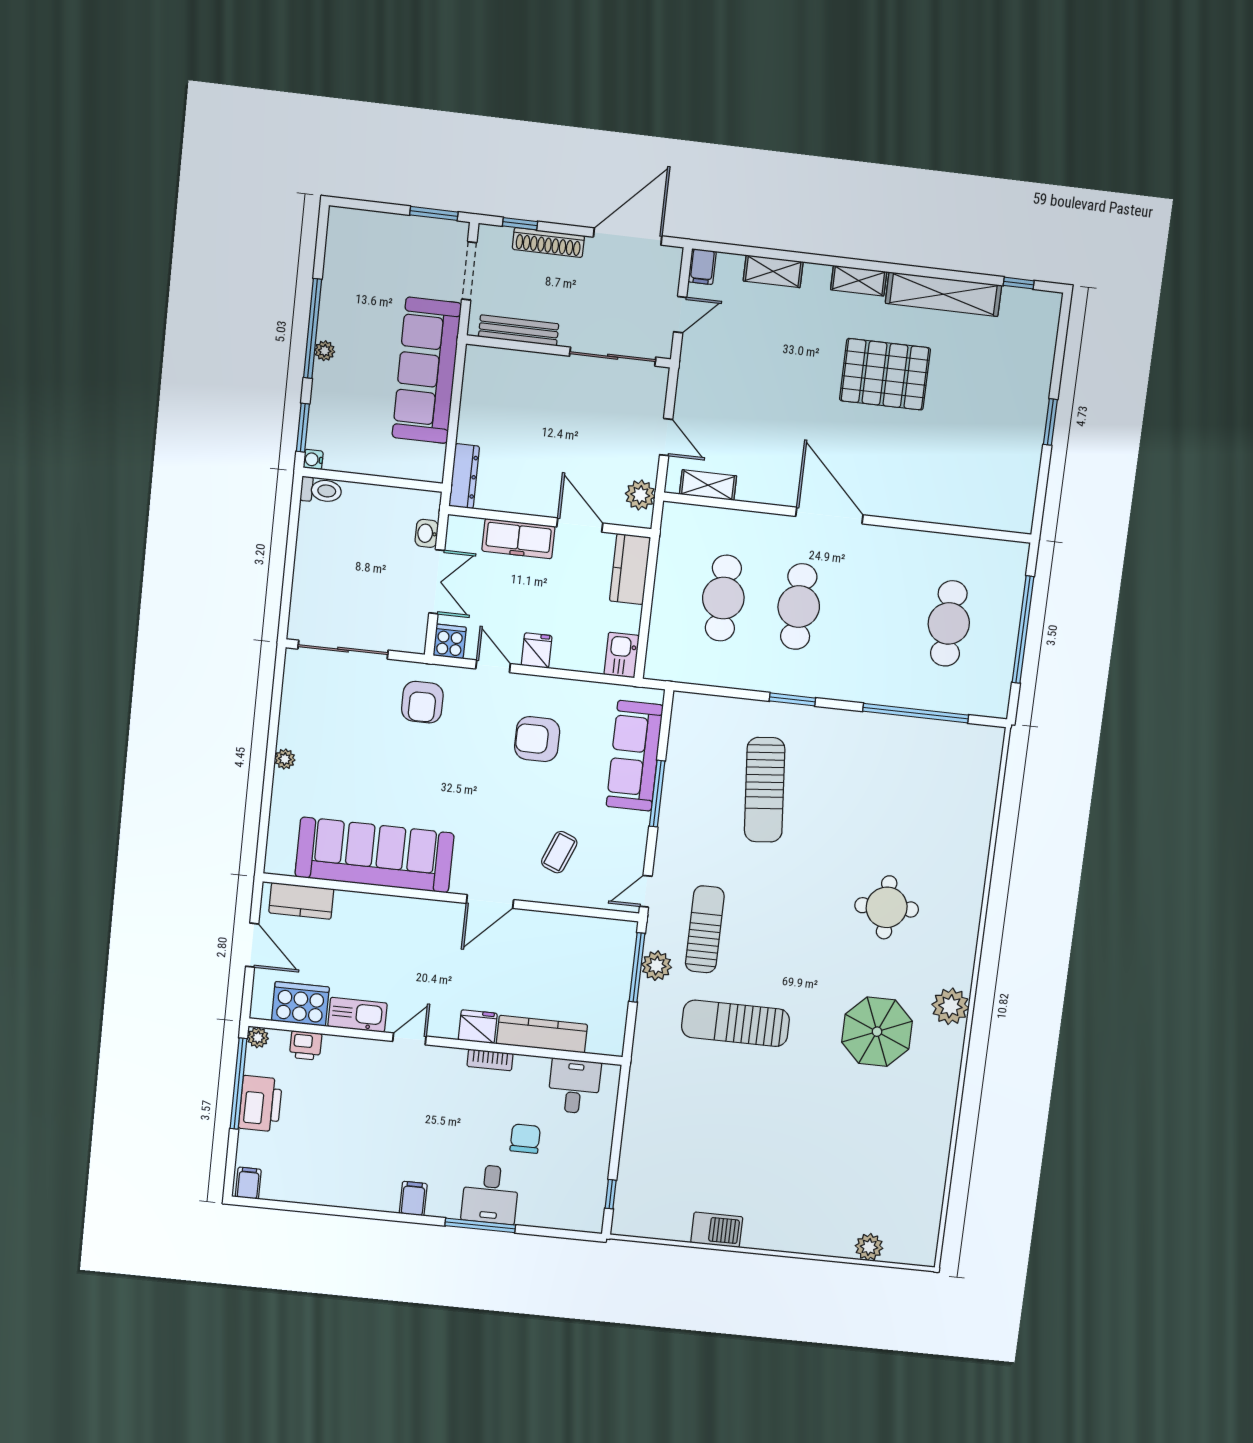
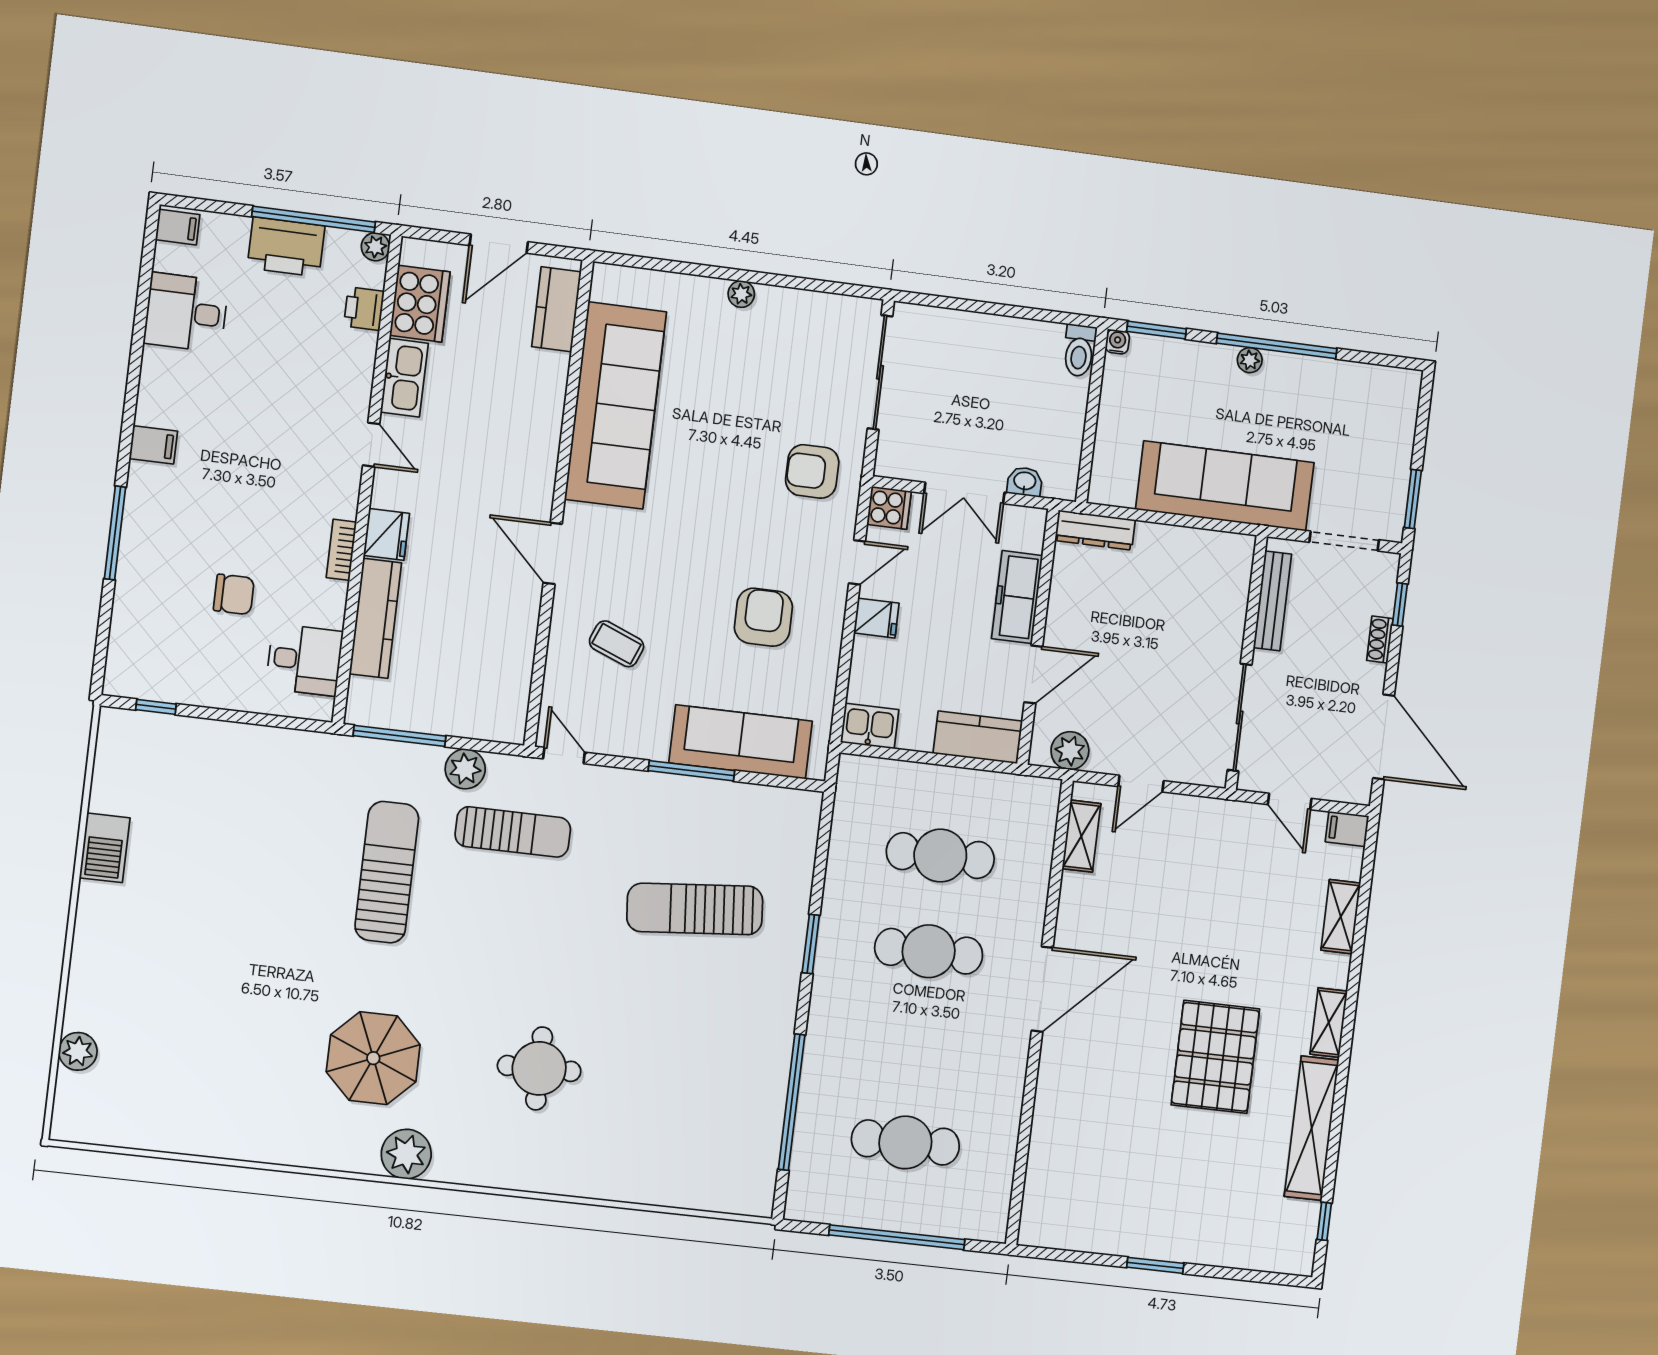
shoe rack: (548, 242) -> (1380, 639), width x0.51, depth x0.81
window: (637, 967) -> (399, 736), moved
desk: (490, 1194) -> (186, 312), moved

